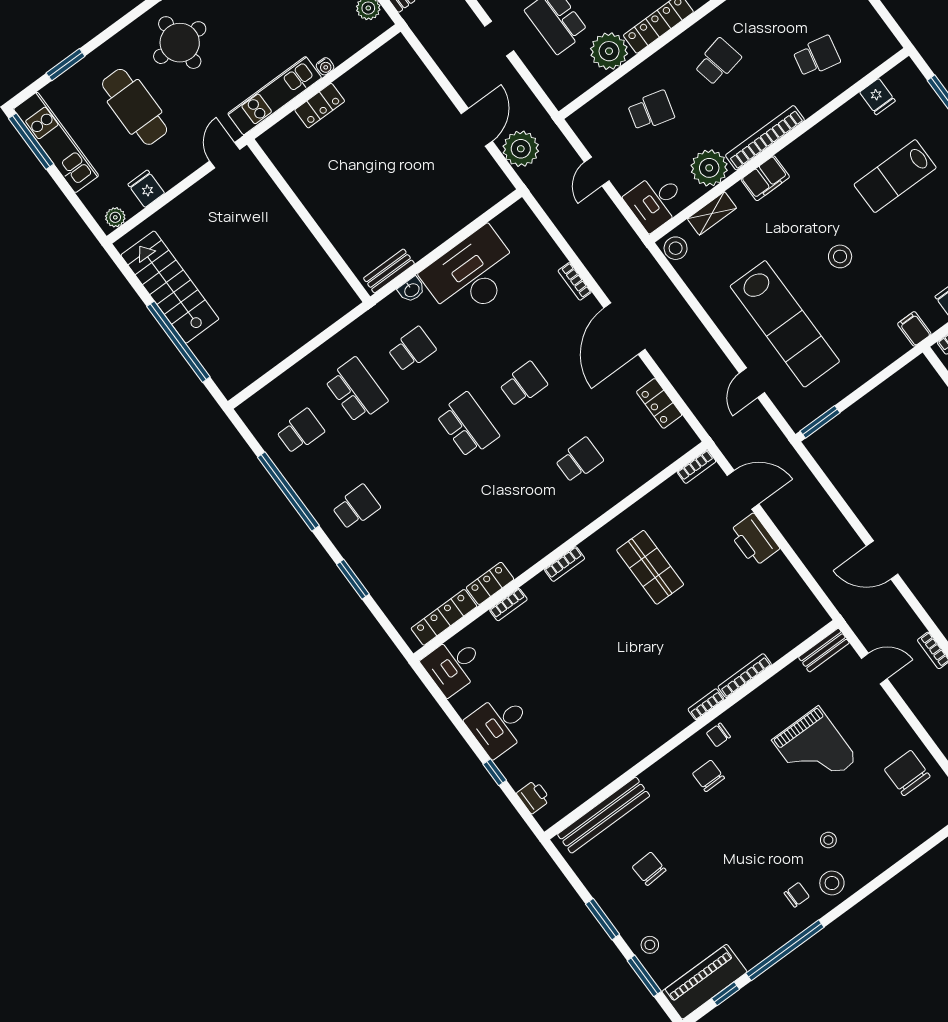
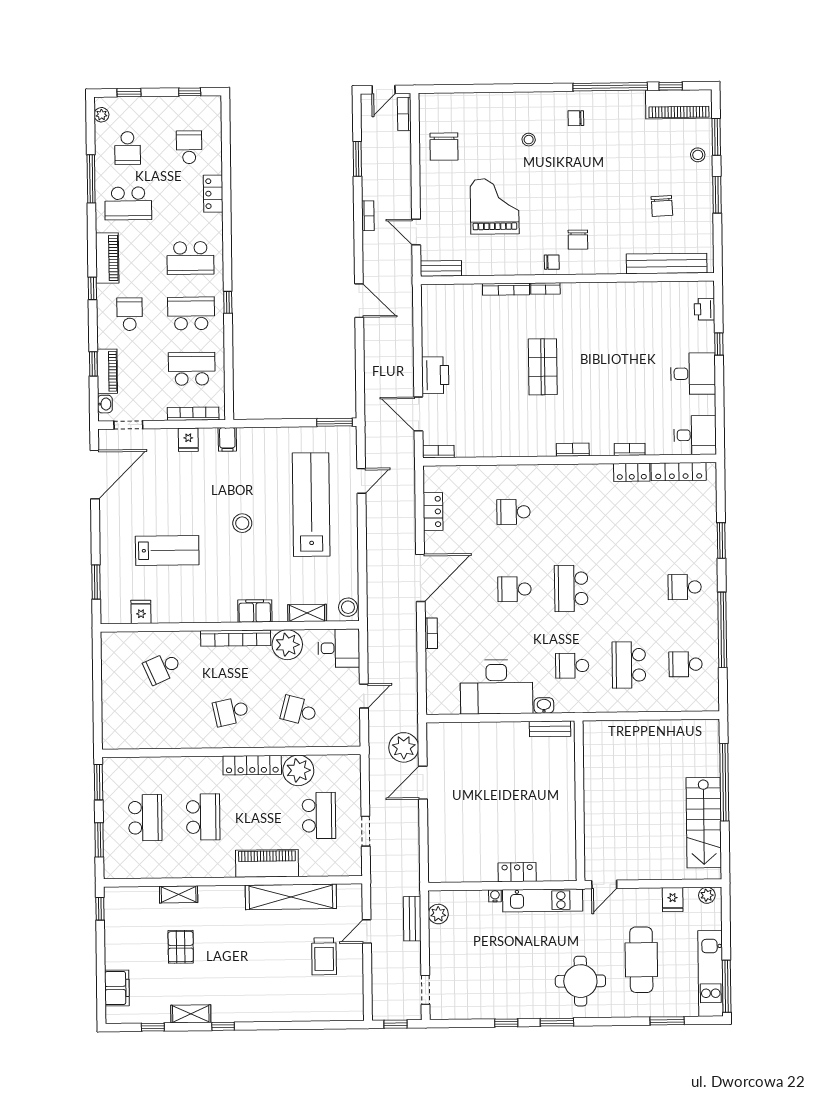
school desk: (817, 56) -> (162, 668), turned -36
shop shelf: (650, 567) -> (543, 367), moved
stool: (832, 883) -> (547, 109), removed

